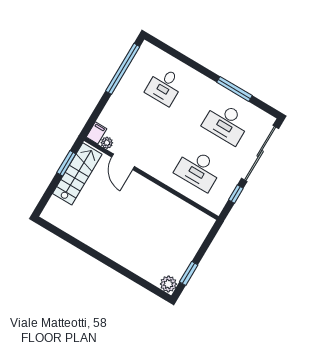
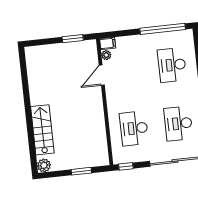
desk: (165, 86) -> (172, 65), width x1.37
stairs: (77, 174) -> (42, 130), moved, turned -90
window: (236, 194) -> (126, 166), moved
window: (189, 273) -> (81, 171), moved

